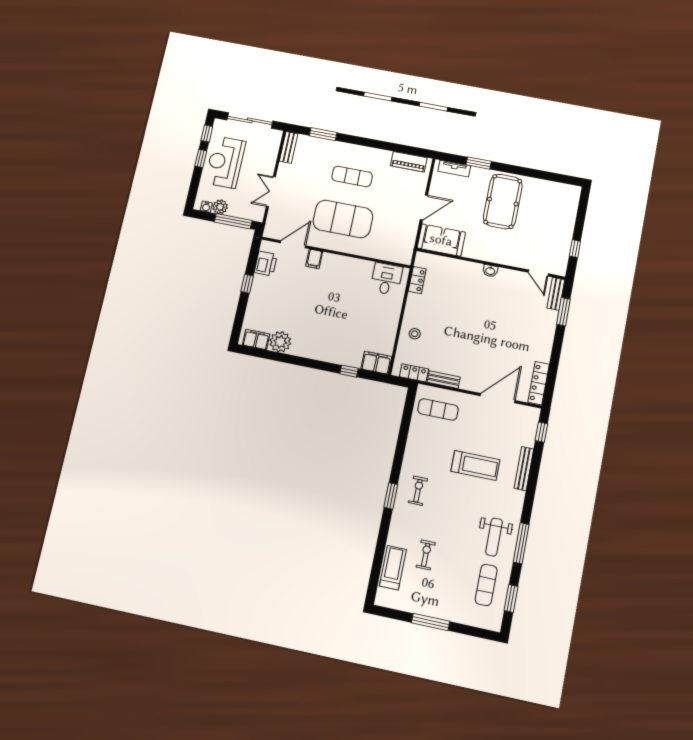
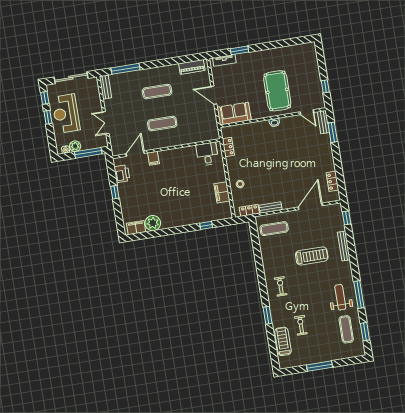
window: (323, 134) -> (126, 69), width x1.44
pool table: (503, 202) -> (277, 91), moved
door: (424, 207) -> (214, 95), swing flipped
exercise mat: (343, 219) -> (162, 124), width x0.50, depth x0.69
filing cabinet: (376, 363) -> (222, 192), moved, turned -90
locker: (539, 383) -> (333, 181), width x0.66
window: (391, 496) -> (267, 315), moved
weight bench: (494, 537) -> (340, 297), turned 180

